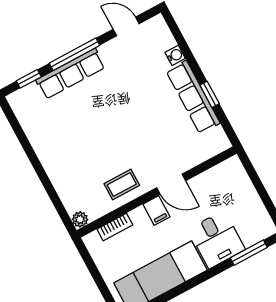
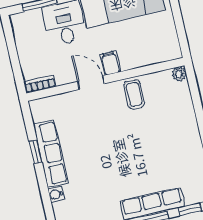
coffee table: (122, 184) -> (134, 94), turned 90
bookcase: (115, 227) -> (40, 84), moved

